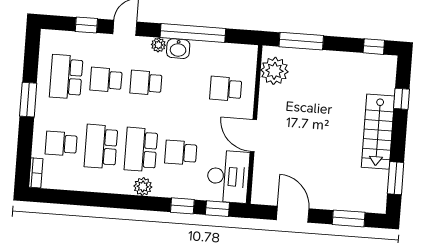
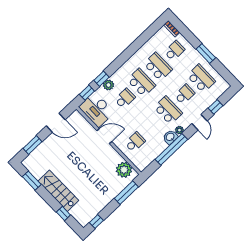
school desk: (146, 83) -> (168, 110), width x1.85
plant: (143, 187) -> (108, 85), moved

